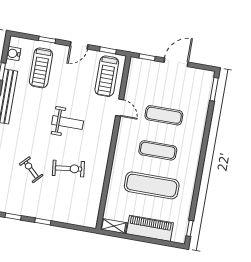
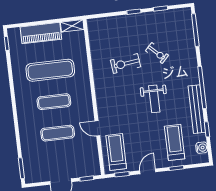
weight bench: (68, 123) -> (154, 99), moved, turned -90

